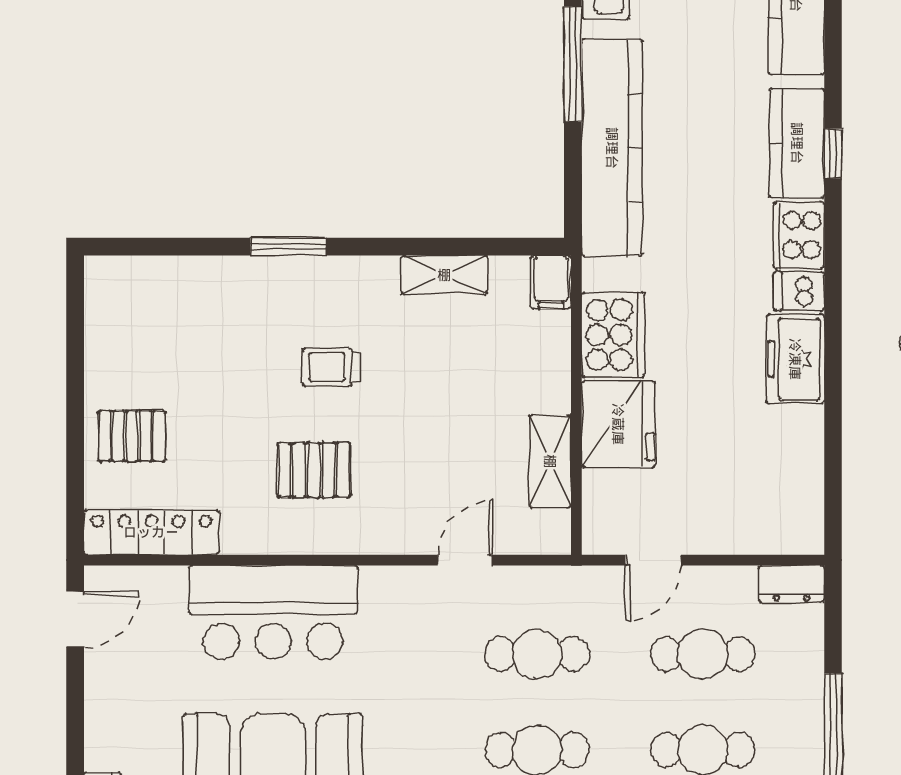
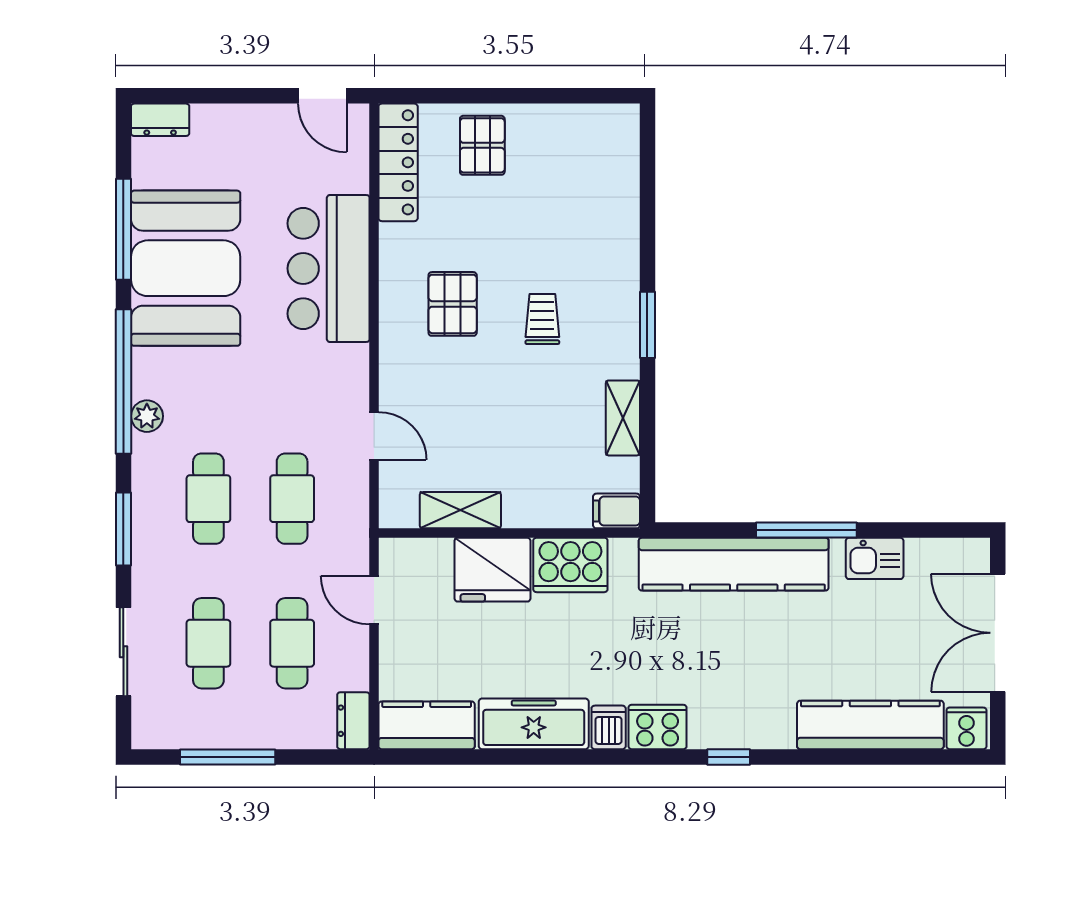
kitchen counter: (797, 143) -> (427, 725), moved
window: (288, 247) -> (647, 325), moved
freezer: (795, 359) -> (534, 724), width x1.40

